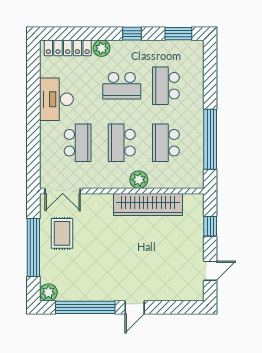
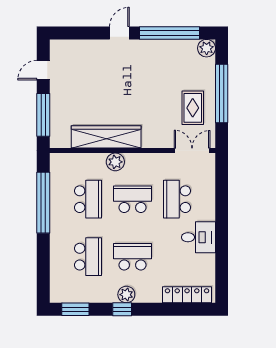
plant: (101, 48) -> (126, 295), moved
desk: (56, 99) -> (198, 237), width x0.73
school desk: (122, 143) -> (132, 199), turned -90
window: (210, 226) -> (43, 115), width x2.17

